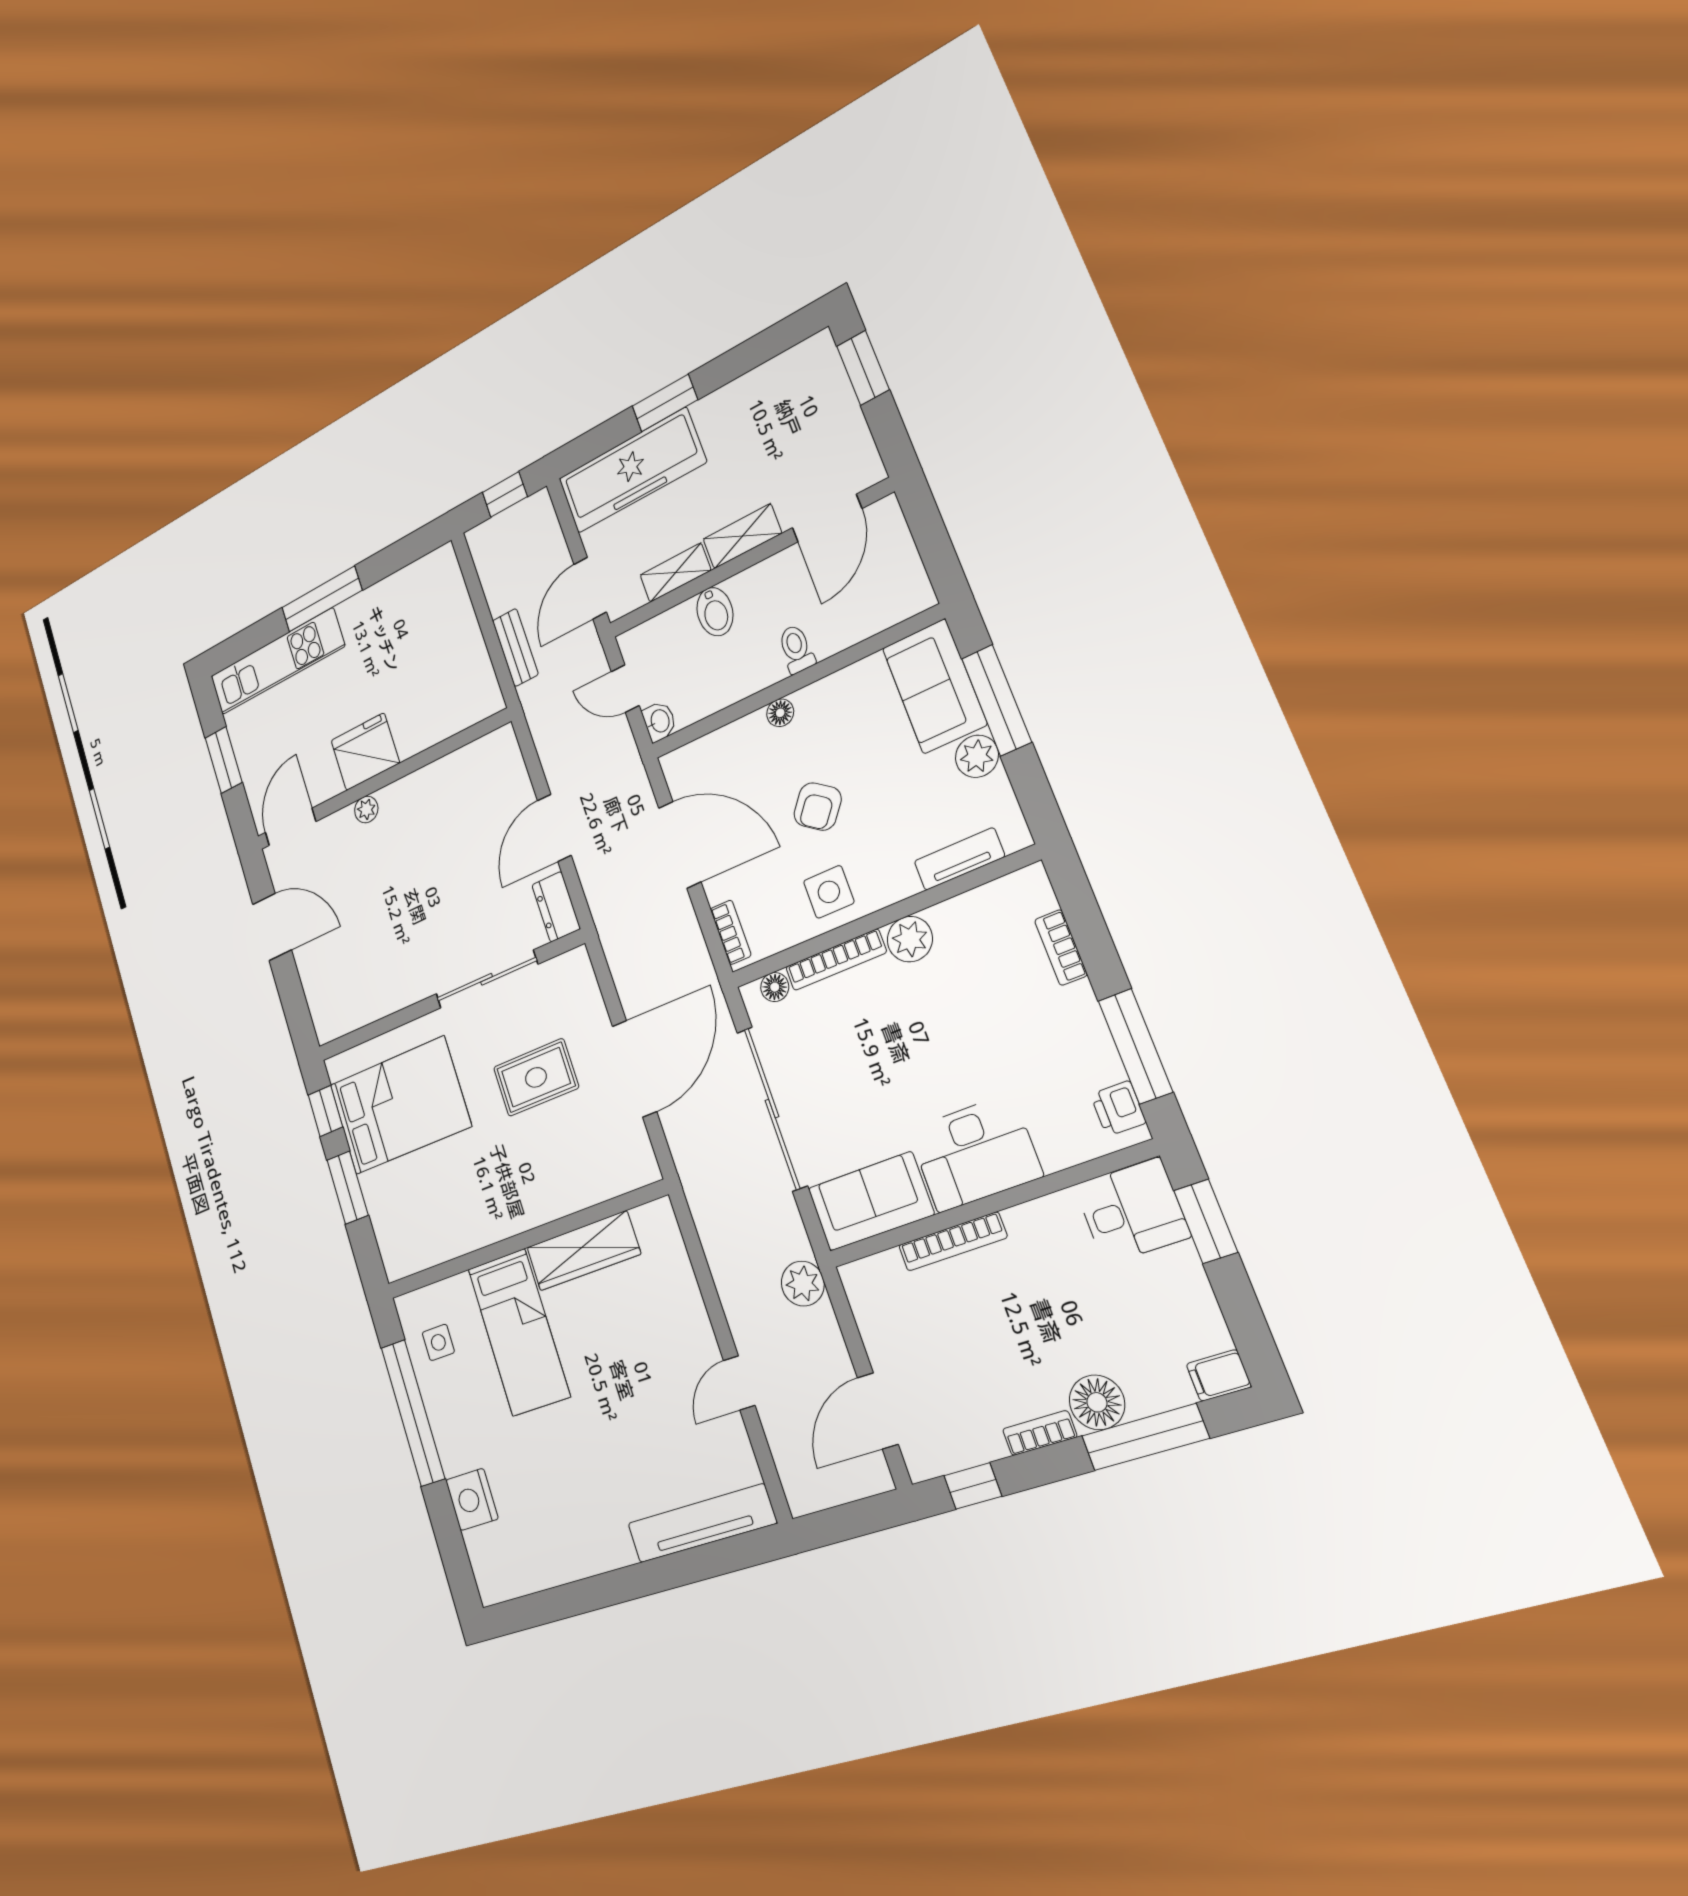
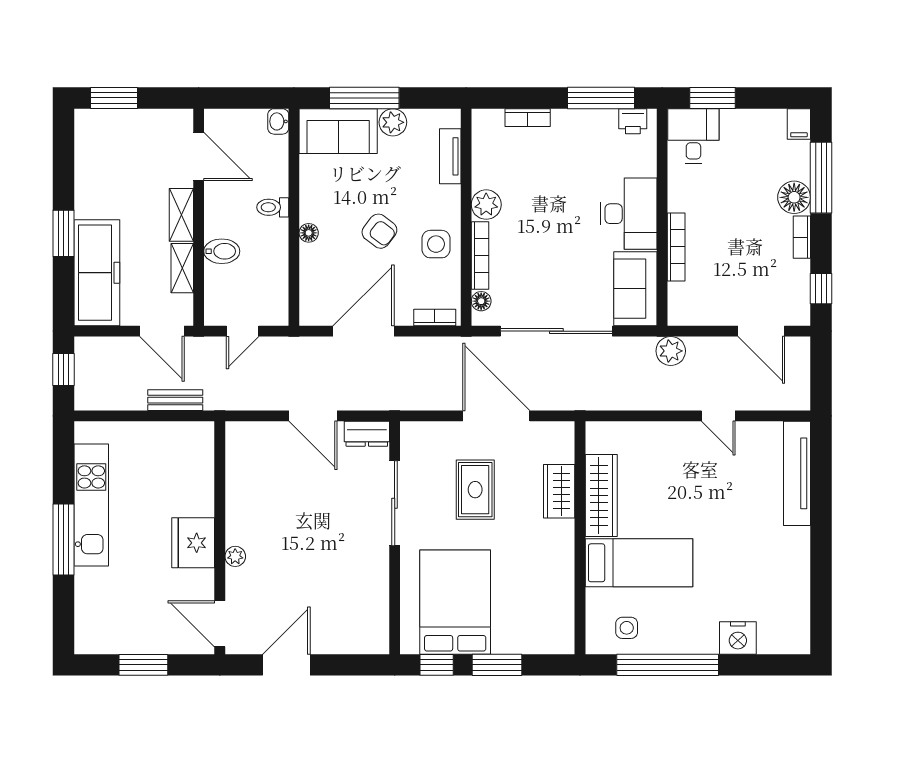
kitchen unit: (277, 661) -> (91, 505), moved
washbasin: (659, 721) -> (278, 121), moved, turned -90
wardrobe: (570, 1191) -> (559, 491), added

